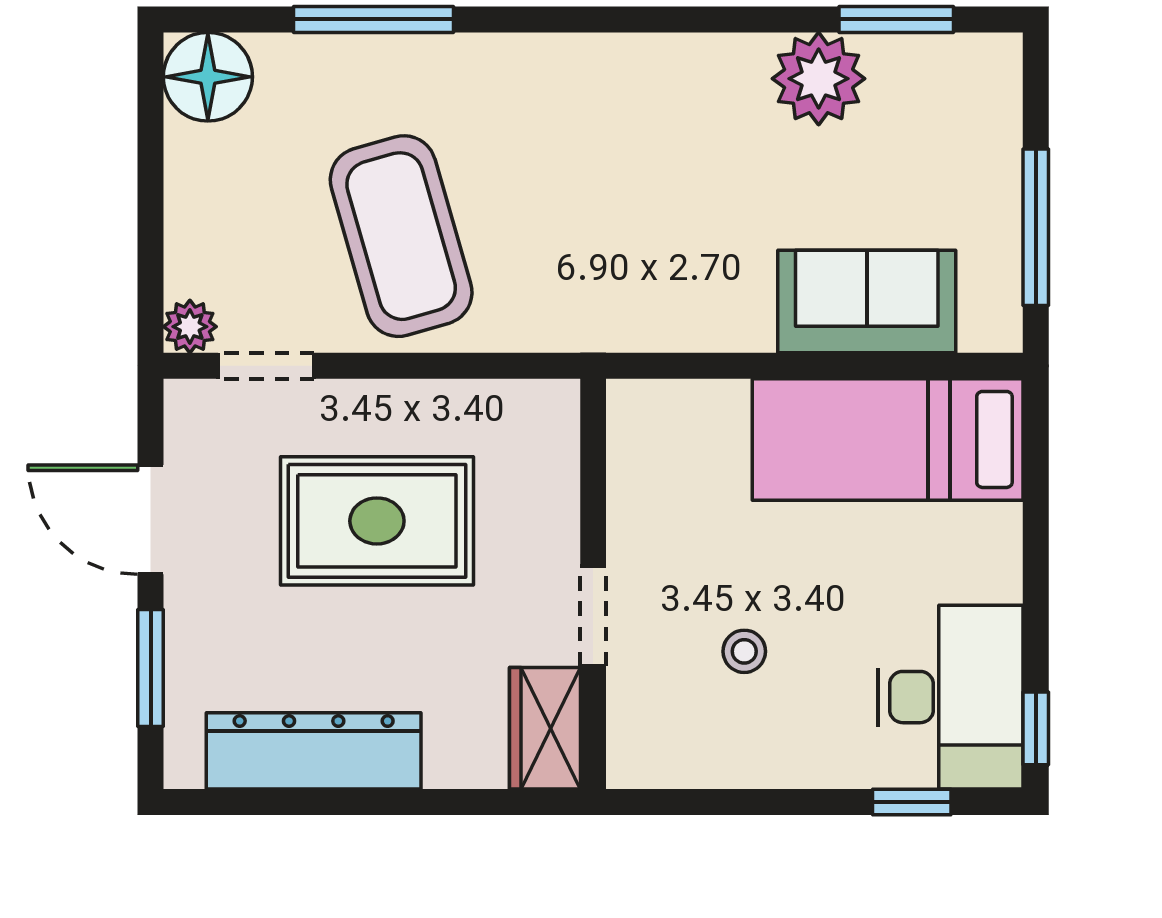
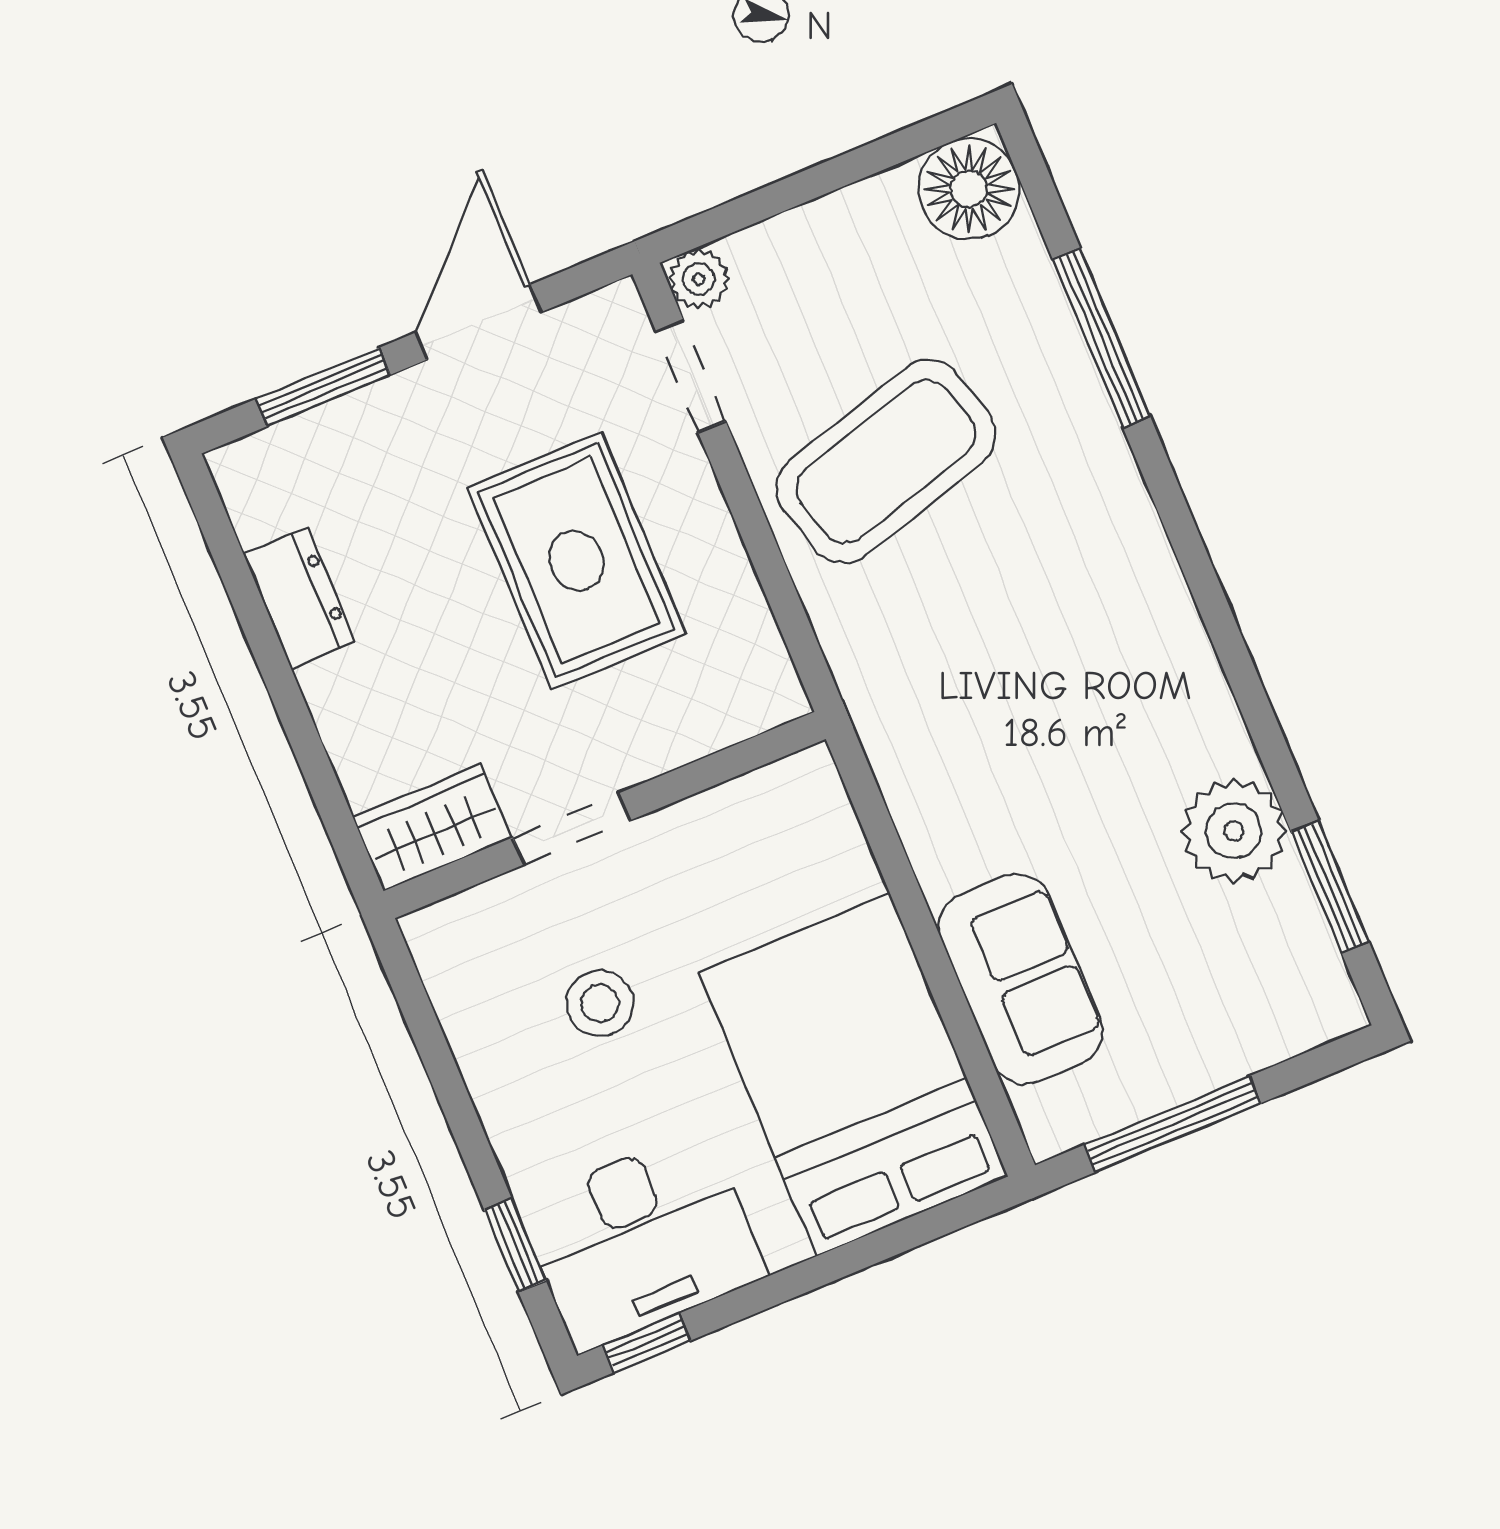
bed: (888, 439) -> (853, 1075), width x1.50
stool: (744, 651) -> (600, 1003), width x1.37, depth x1.37
dresser: (314, 751) -> (299, 598), width x0.51, depth x0.80

